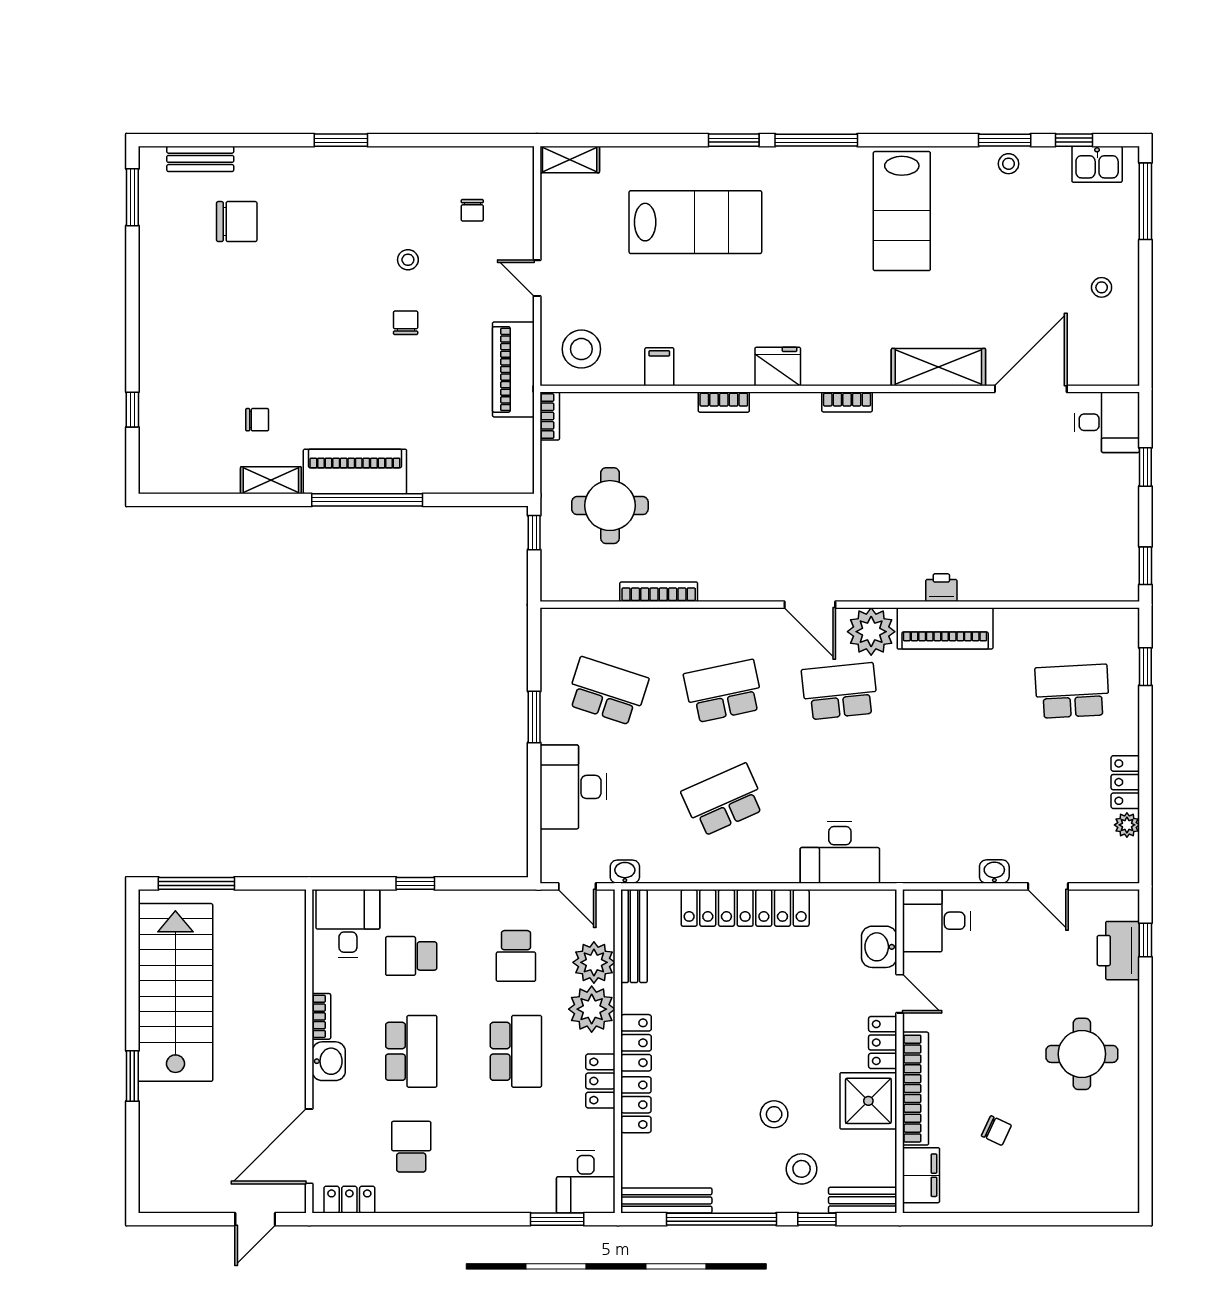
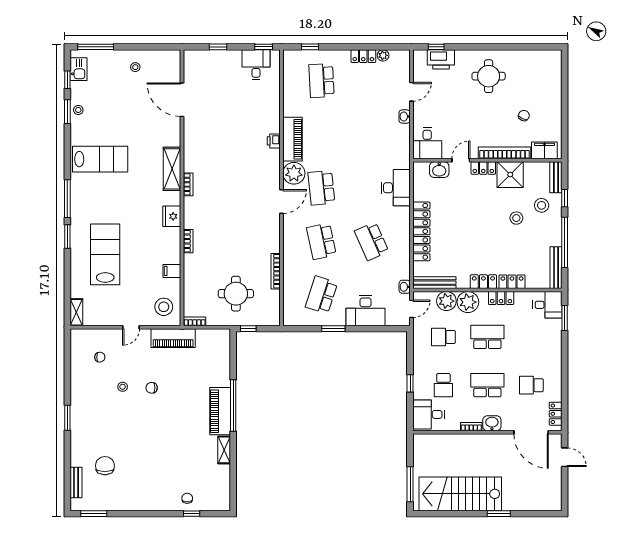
shelving: (938, 367) -> (172, 169), moved
chair: (257, 420) -> (187, 498), moved
desk: (1107, 422) -> (256, 65), moved
school desk: (516, 956) -> (443, 337), turned 180

